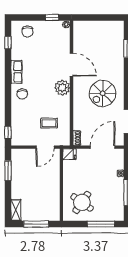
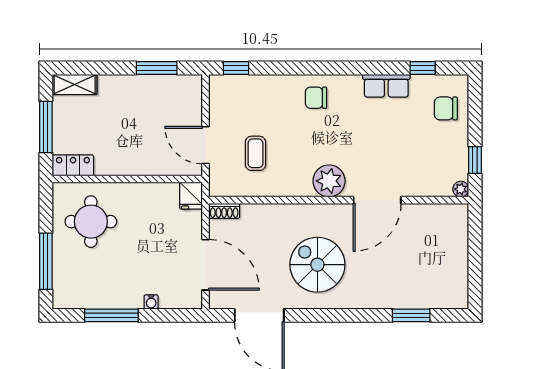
row of seats: (16, 72) -> (386, 86), moved
round table: (82, 202) -> (91, 222), turned -35
locker: (55, 211) -> (73, 165), added

